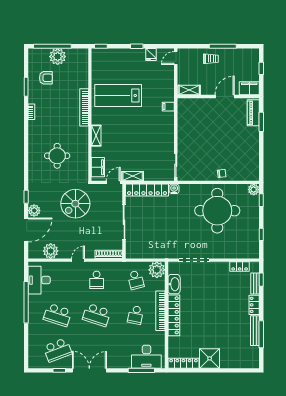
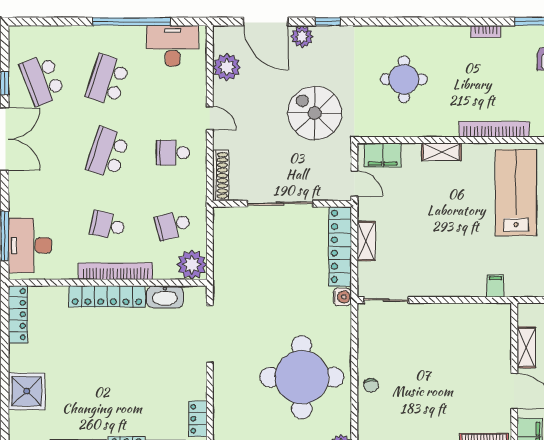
shelving: (189, 90) -> (526, 347), moved
shelving: (133, 176) -> (366, 241), moved
shower: (210, 358) -> (27, 391), moved

